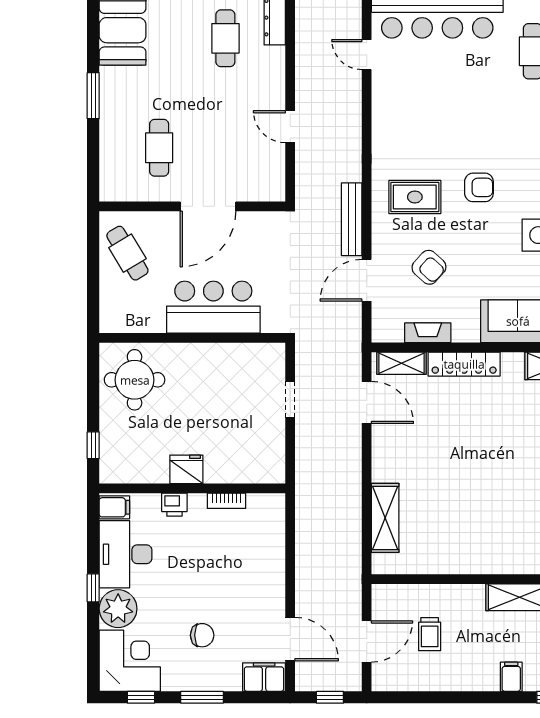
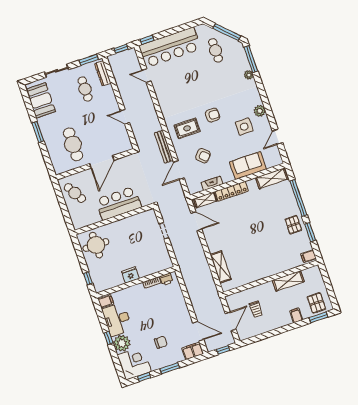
cafe table: (159, 148) -> (73, 144), width x1.37, depth x1.35
printer: (174, 505) -> (166, 279), moved

